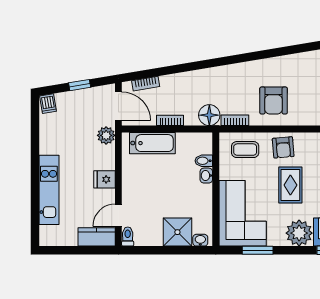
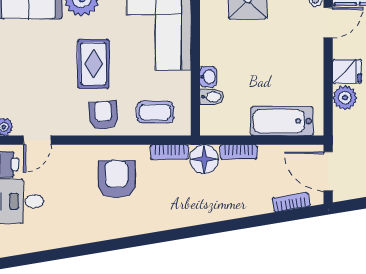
bookcase: (170, 120) -> (239, 152), moved
plant: (106, 135) -> (345, 98), moved

